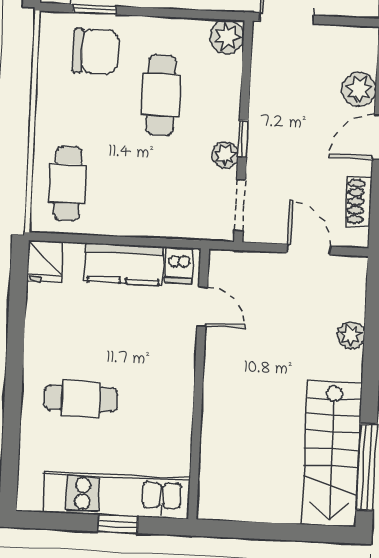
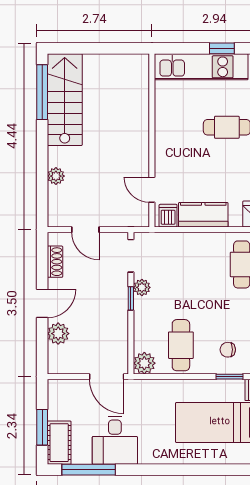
chair: (96, 51) -> (228, 350), width x0.54, depth x0.54
cafe table: (161, 95) -> (181, 345), moved
window: (118, 524) -> (222, 48), moved

